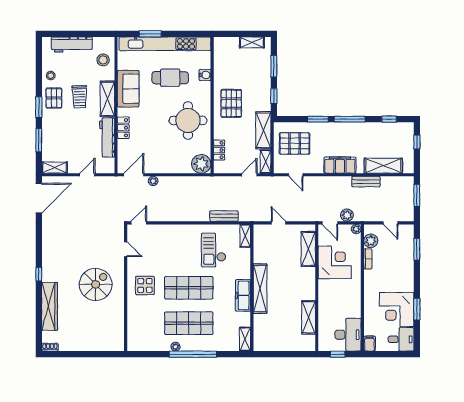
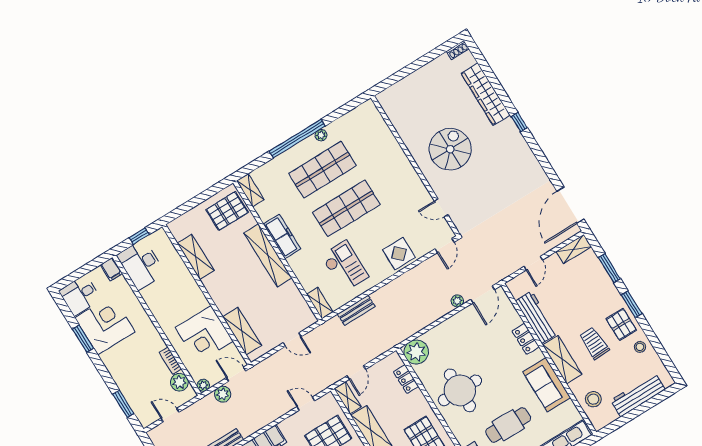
spiral stairs: (96, 284) -> (450, 149), turned 180
display table: (145, 286) -> (399, 254), moved
pallet: (269, 335) -> (227, 211), added

